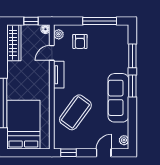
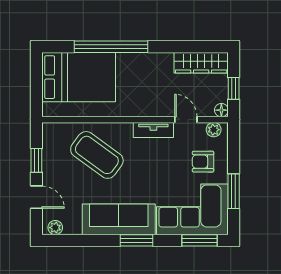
window: (100, 21) -> (234, 191), width x0.69
corner sofa: (112, 49) -> (192, 209), added
window: (132, 56) -> (199, 240), moved
window: (69, 153) -> (36, 160), moved

